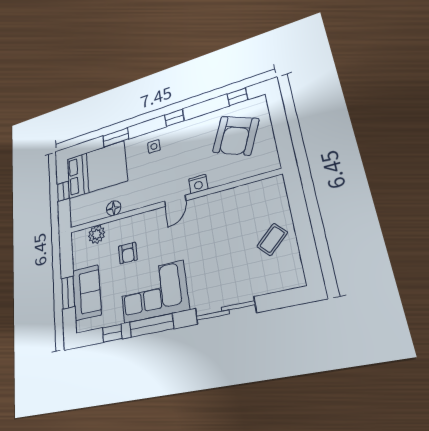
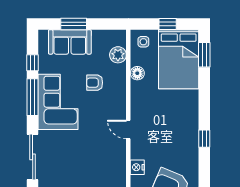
window: (116, 137) -> (204, 55), moved
side table: (154, 146) -> (143, 42), moved
nightstand: (198, 184) -> (137, 167), moved

